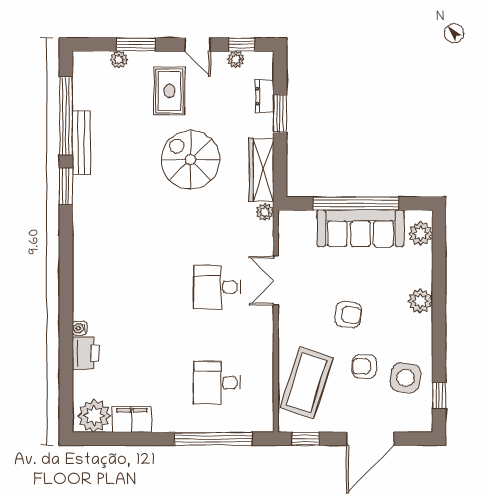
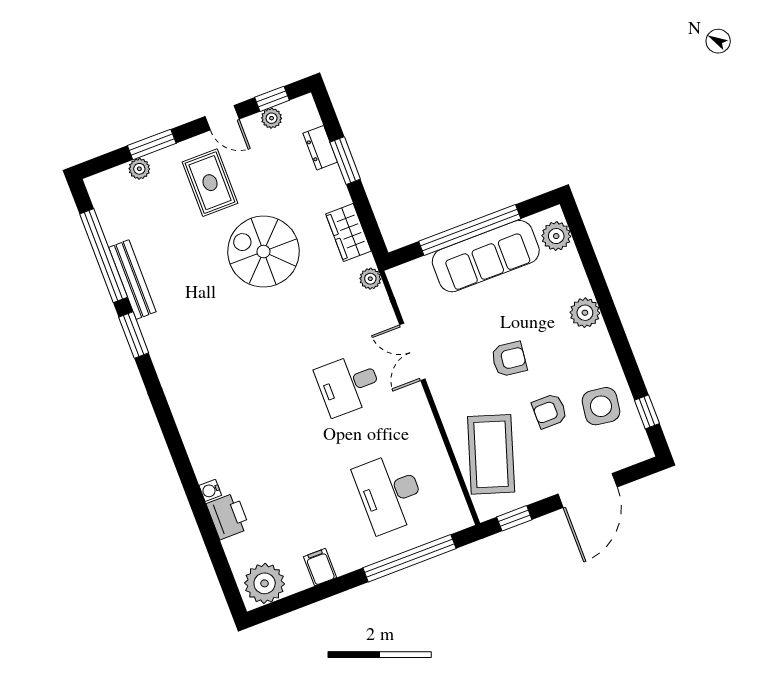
wardrobe: (262, 170) -> (348, 232), width x0.67
desk: (217, 383) -> (390, 493), width x1.37
filing cabinet: (132, 419) -> (320, 567), width x0.50

